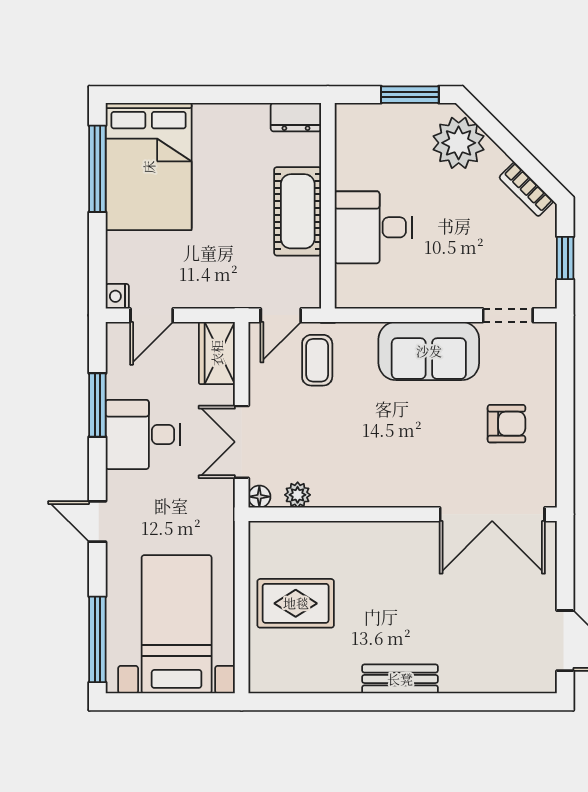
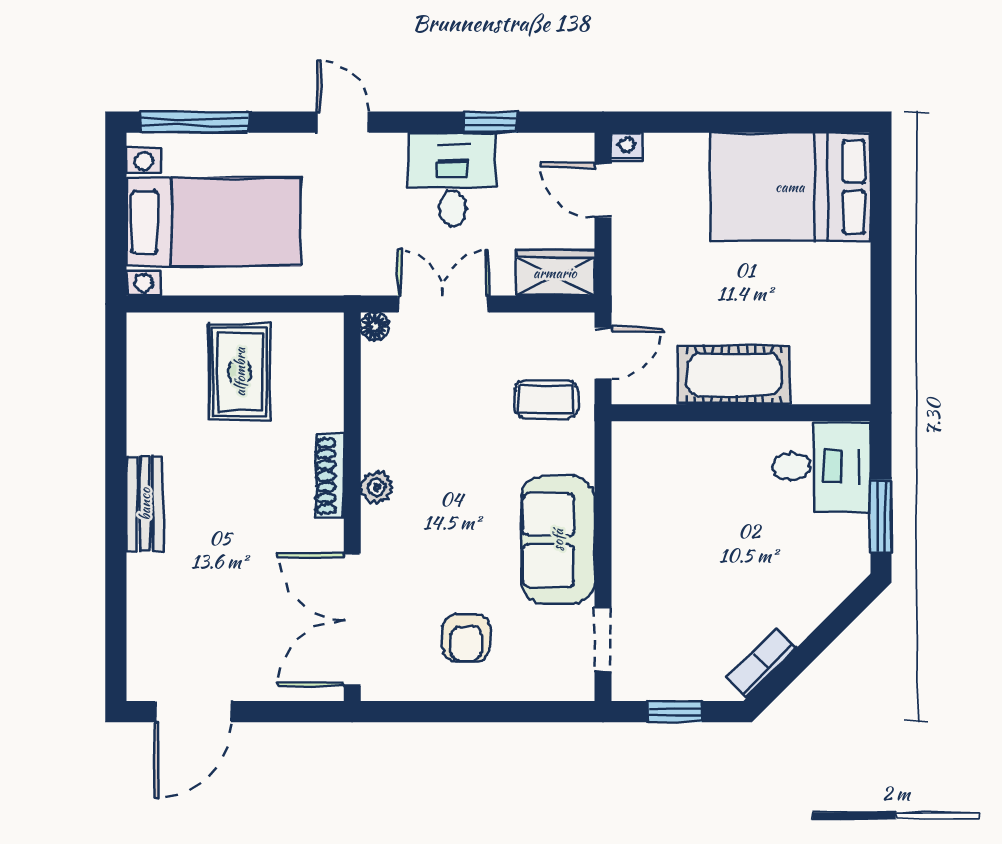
dresser: (296, 117) -> (853, 372), removed
plant: (459, 143) -> (820, 577), removed
window: (97, 169) -> (788, 122), removed
desk: (373, 227) -> (822, 466), moved, turned 90
door: (281, 315) -> (603, 353), swing flipped
window: (97, 405) -> (490, 122), width x0.67
plant: (298, 495) -> (377, 487), moved
door: (97, 522) -> (343, 122), hinge flipped
shoe rack: (378, 532) -> (330, 476), added

